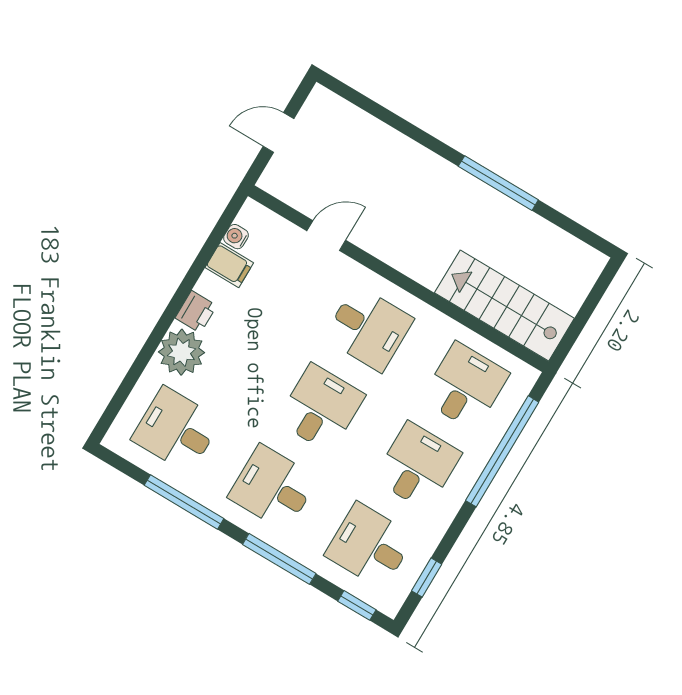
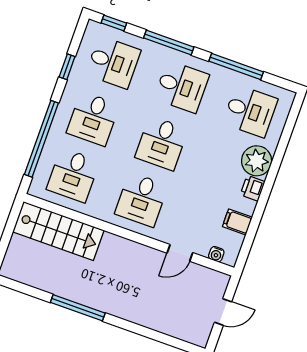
water cooler: (236, 237) -> (216, 254), moved, turned 90
desk: (369, 328) -> (141, 200), turned -90
window: (427, 577) -> (67, 67), moved

